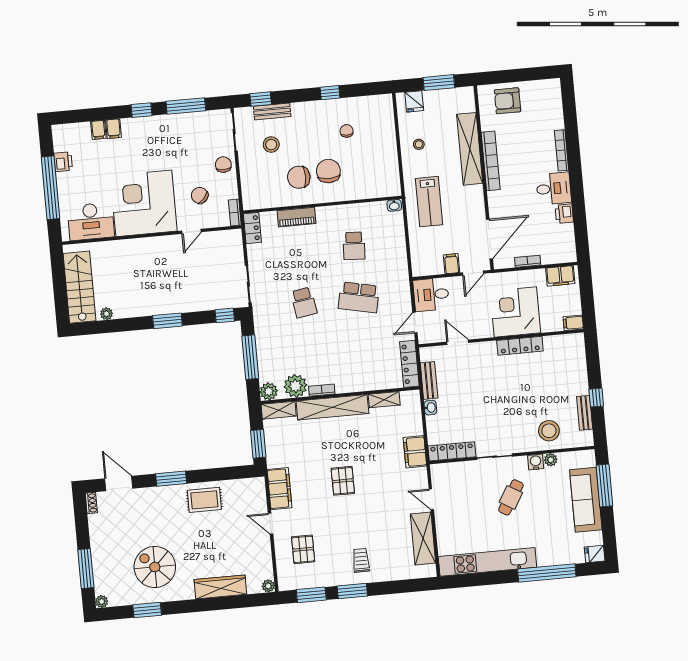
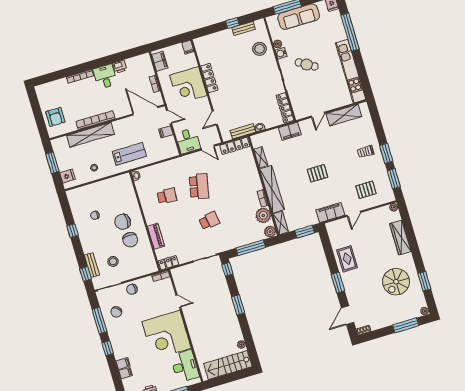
chair: (200, 195) -> (116, 312), moved

